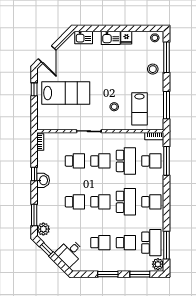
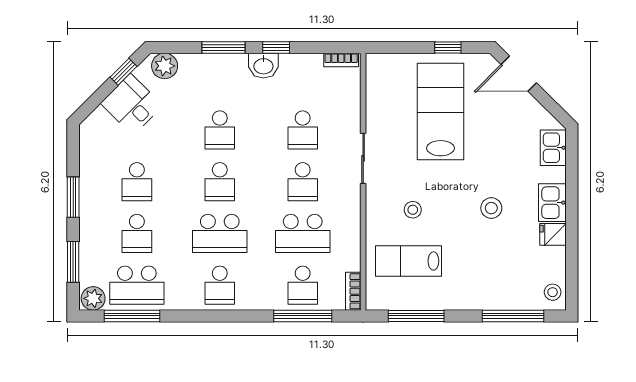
stool: (153, 69) -> (491, 208), moved
lab bench: (66, 93) -> (441, 111), turned 180
window: (34, 215) -> (223, 47), moved
desk: (70, 253) -> (132, 104), moved

